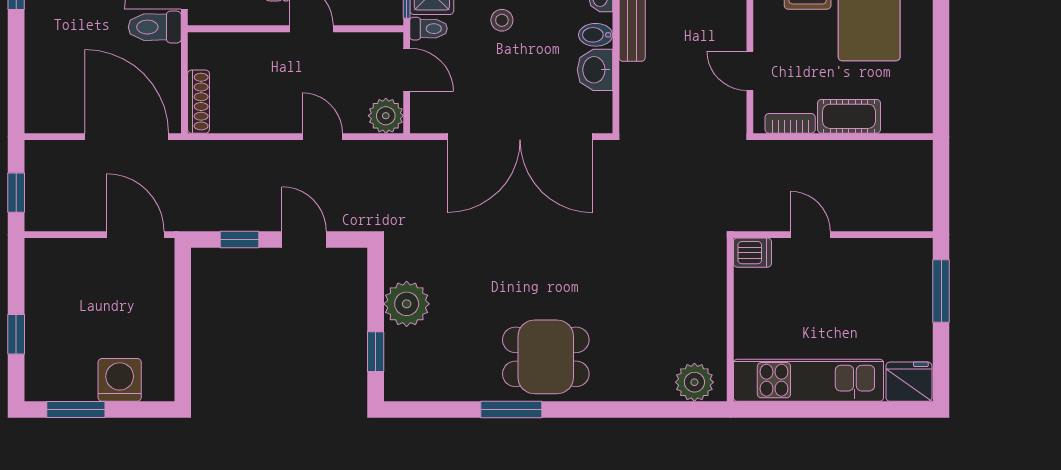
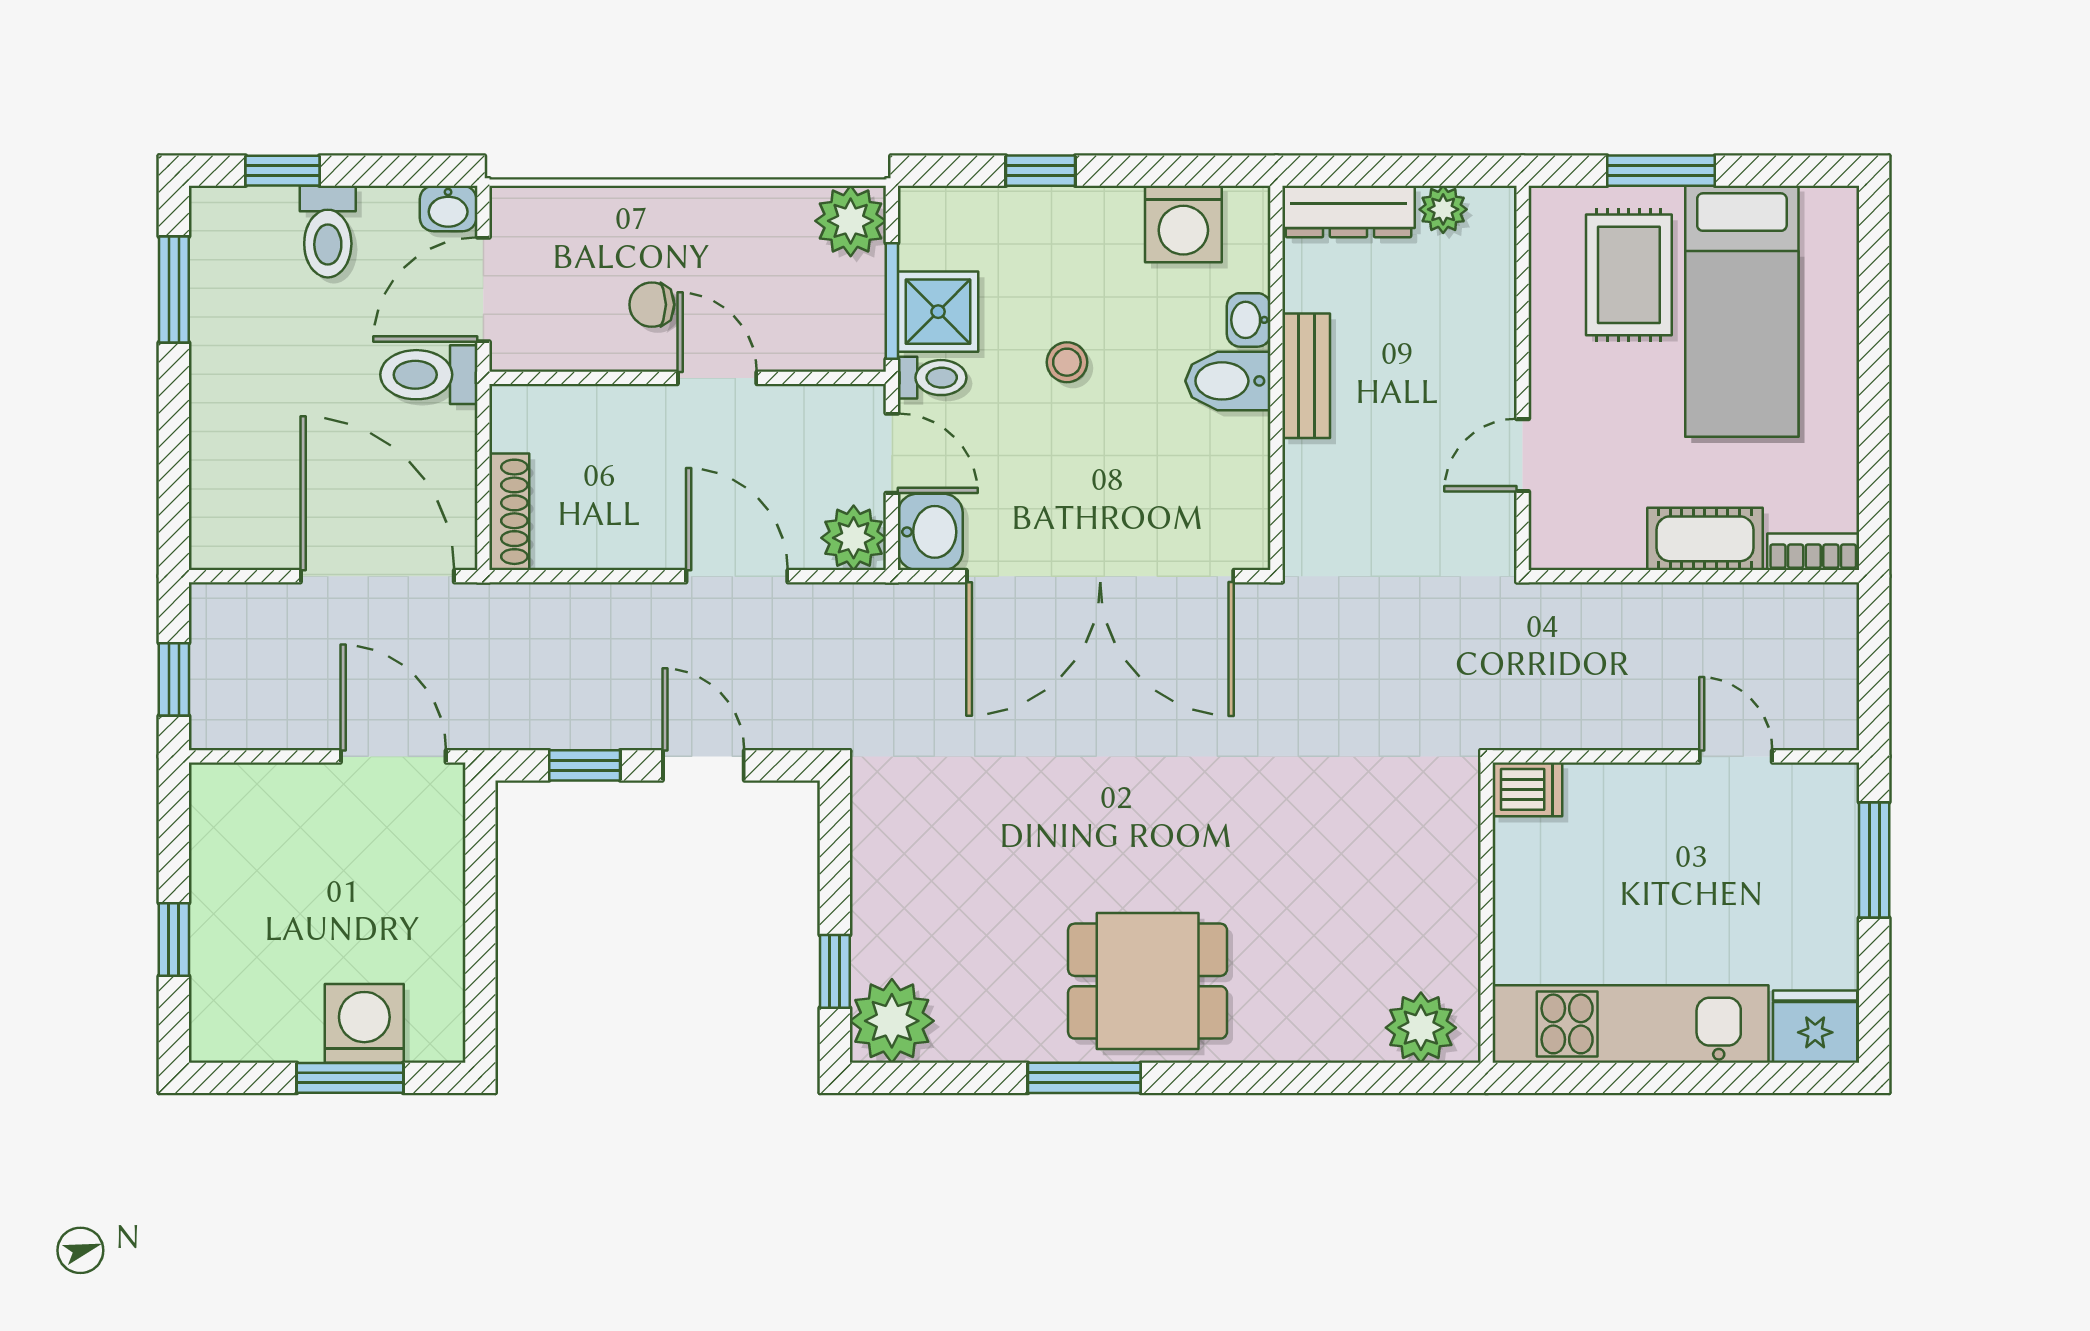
bidet: (596, 35) -> (1228, 381), width x1.38, depth x1.36
washbasin: (595, 70) -> (930, 532), moved, turned 180
door: (750, 71) -> (1523, 455), hinge flipped
bookcase: (790, 123) -> (1813, 552), moved
door: (322, 137) -> (737, 576), width x1.38
door: (810, 235) -> (1736, 756), moved
plant: (407, 304) -> (892, 1021), moved
window: (76, 410) -> (350, 1078), moved

